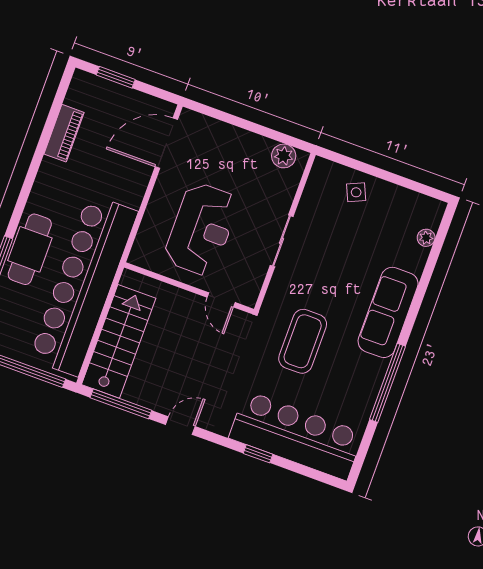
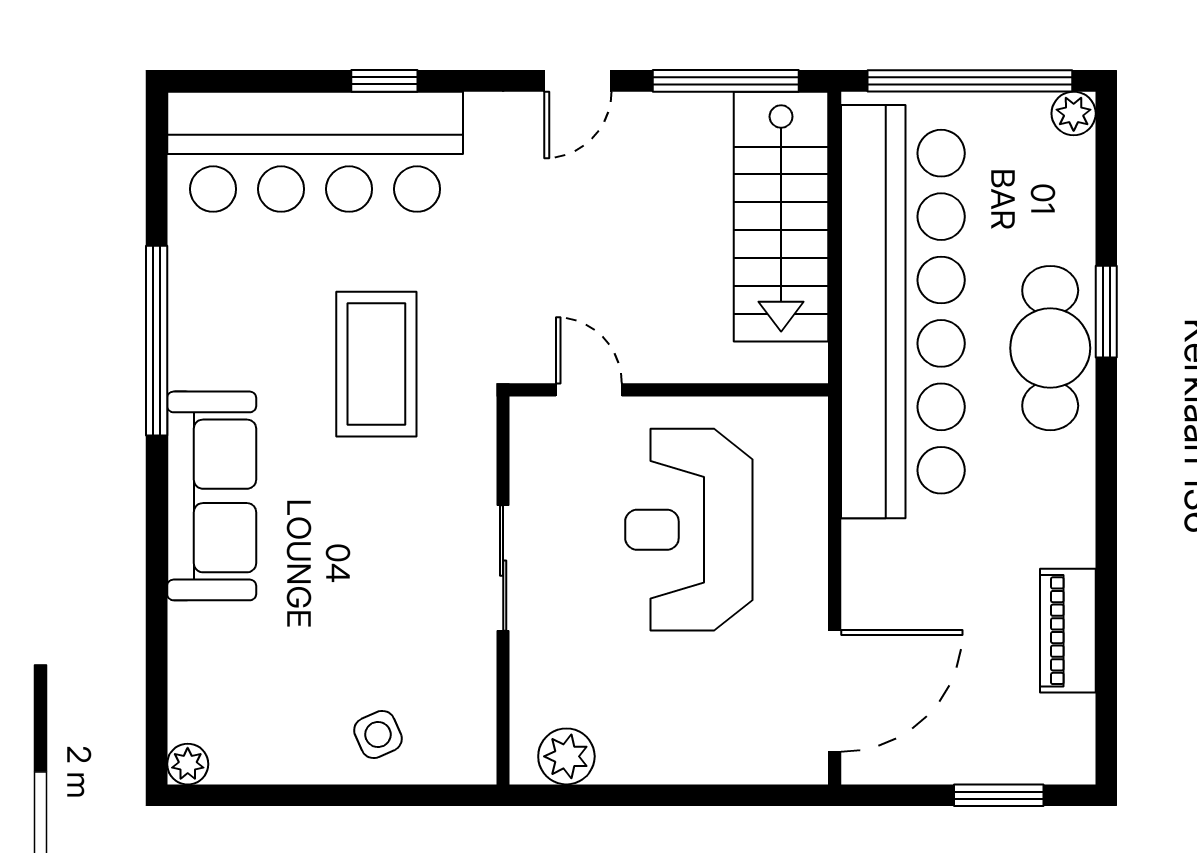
plant: (426, 238) -> (188, 764), moved

